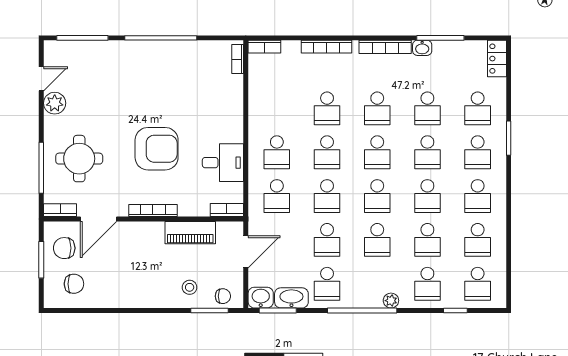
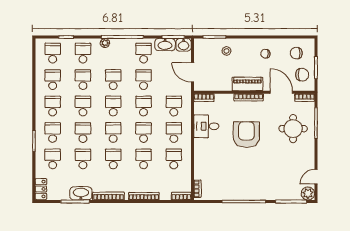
washbasin: (422, 48) -> (81, 193), width x1.91, depth x1.45
plant: (55, 103) -> (308, 193), moved
school desk: (277, 108) -> (174, 159), added
armchair: (157, 149) -> (246, 135), turned 90
door: (99, 219) -> (281, 92), hinge flipped
piano: (190, 233) -> (247, 84), moved
door: (246, 252) -> (193, 72), hinge flipped
chair: (223, 296) -> (265, 54), moved

